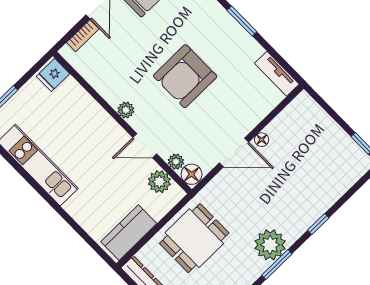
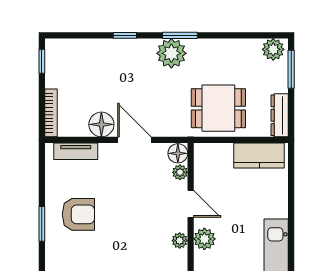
tv unit: (277, 74) -> (76, 151), moved, turned 90
armchair: (185, 76) -> (78, 214), moved, width x0.73, depth x0.73
bookcase: (317, 111) -> (51, 113), added
floor lamp: (262, 140) -> (101, 124), width x1.89, depth x1.89
plant: (159, 182) -> (204, 239), moved

